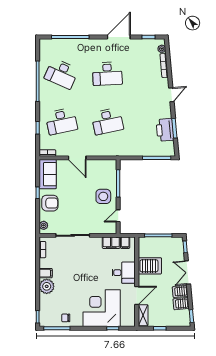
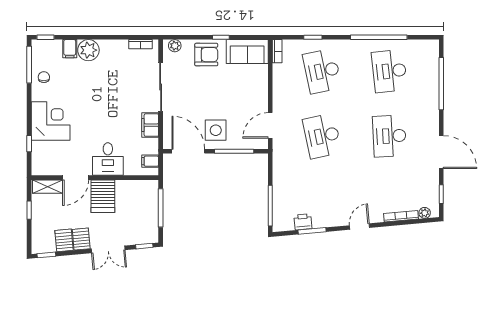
desk: (61, 74) -> (389, 71), turned -30
door: (171, 95) -> (360, 227), swing flipped
printer: (165, 130) -> (303, 222), width x0.53, depth x0.68
door: (77, 158) -> (270, 125), moved
armchair: (50, 203) -> (206, 55), turned -90
door: (118, 216) -> (188, 151), width x1.88
filing cabinet: (111, 243) -> (150, 125), moved
server rack: (150, 266) -> (103, 196), moved
double door: (187, 272) -> (108, 249), swing flipped
filing cabinet: (46, 273) -> (70, 49), moved
door: (137, 295) -> (76, 178), hinge flipped
corner desk: (102, 308) -> (51, 121), width x0.74, depth x0.74

